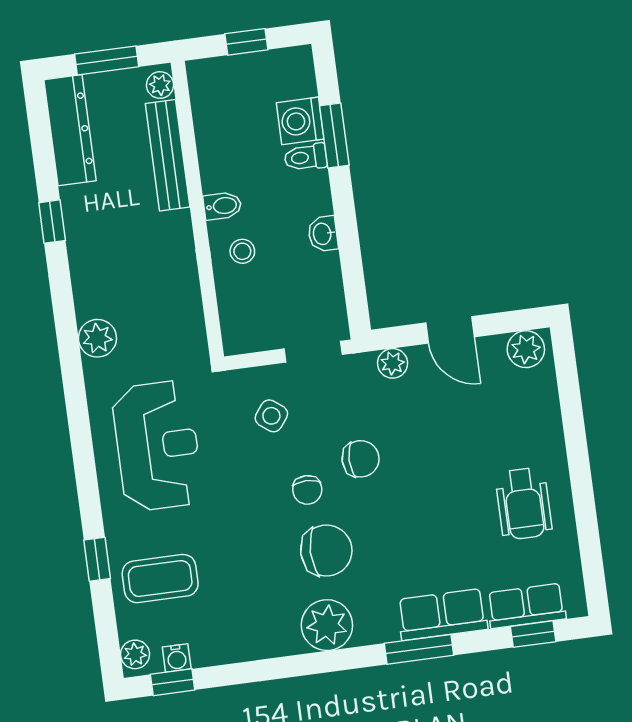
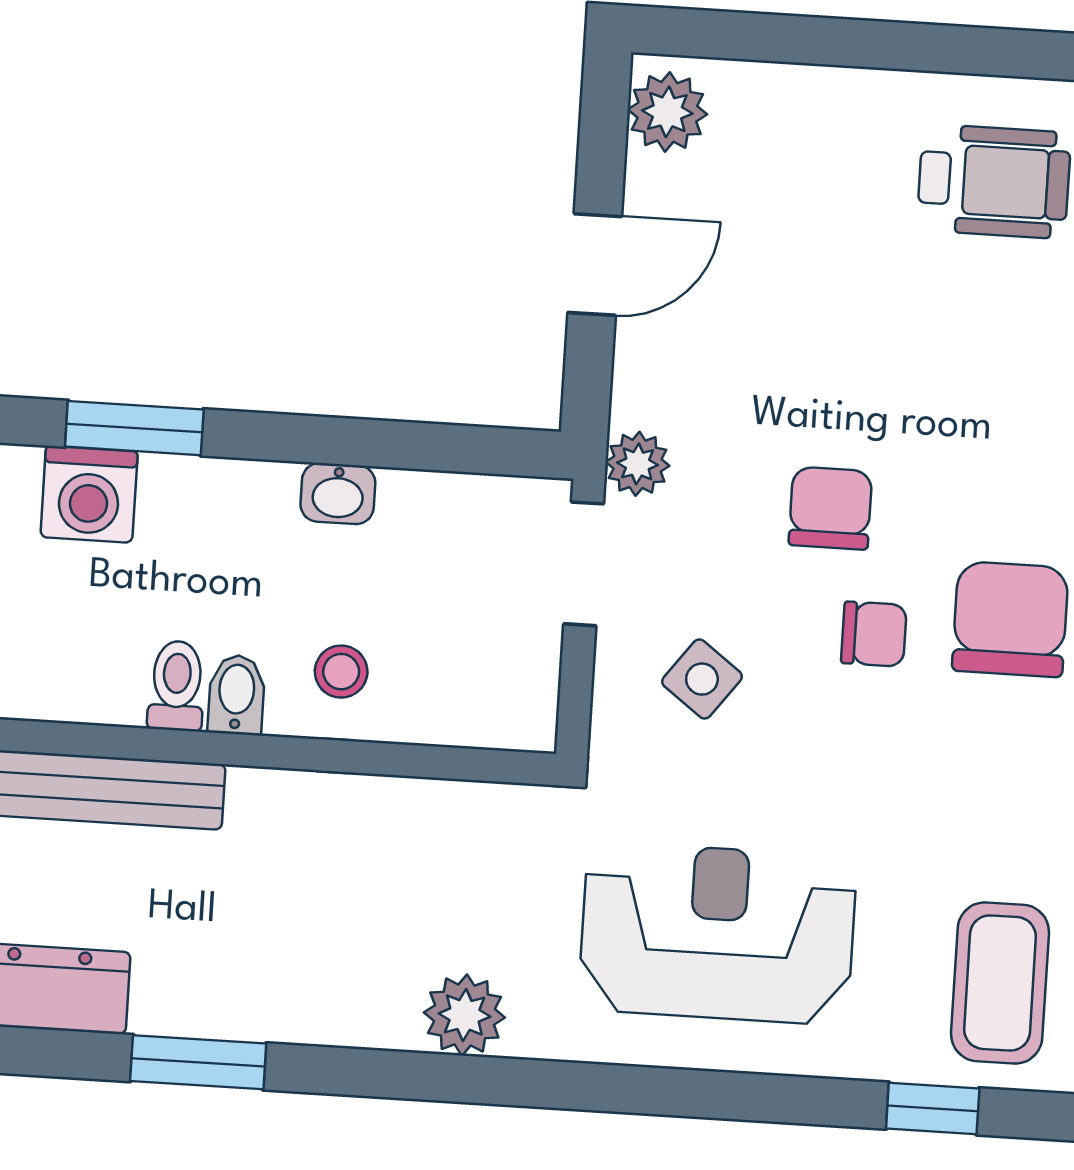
toilet: (306, 157) -> (177, 686), moved, turned 180
window: (52, 222) -> (198, 1062), width x1.50
plant: (393, 363) -> (638, 464), moved

